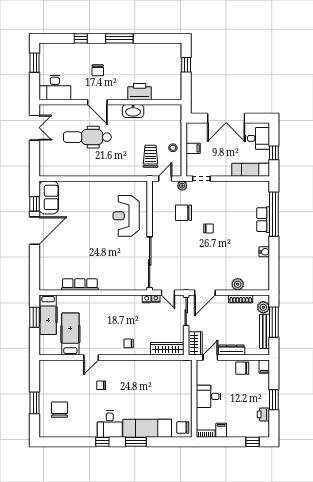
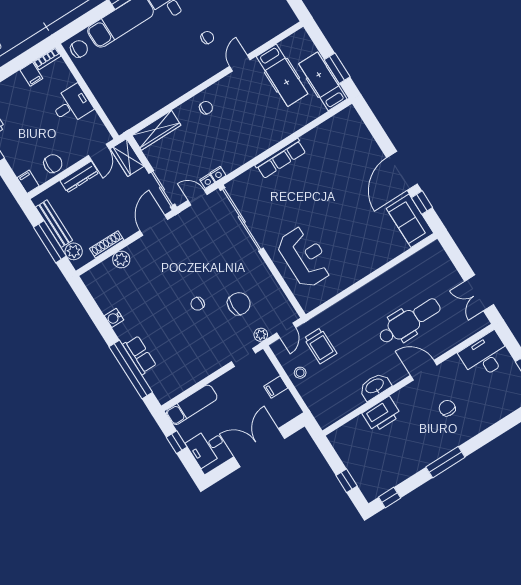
window: (81, 38) -> (390, 497), moved
row of seats: (80, 284) -> (281, 158), moved

